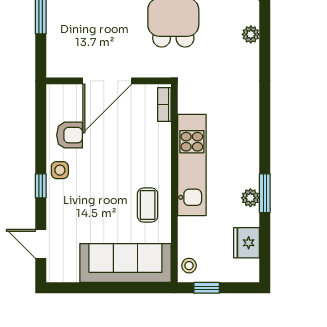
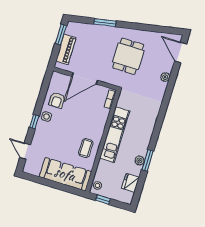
piano: (58, 39) -> (66, 49), added
armchair: (70, 135) -> (57, 100), turned 90

